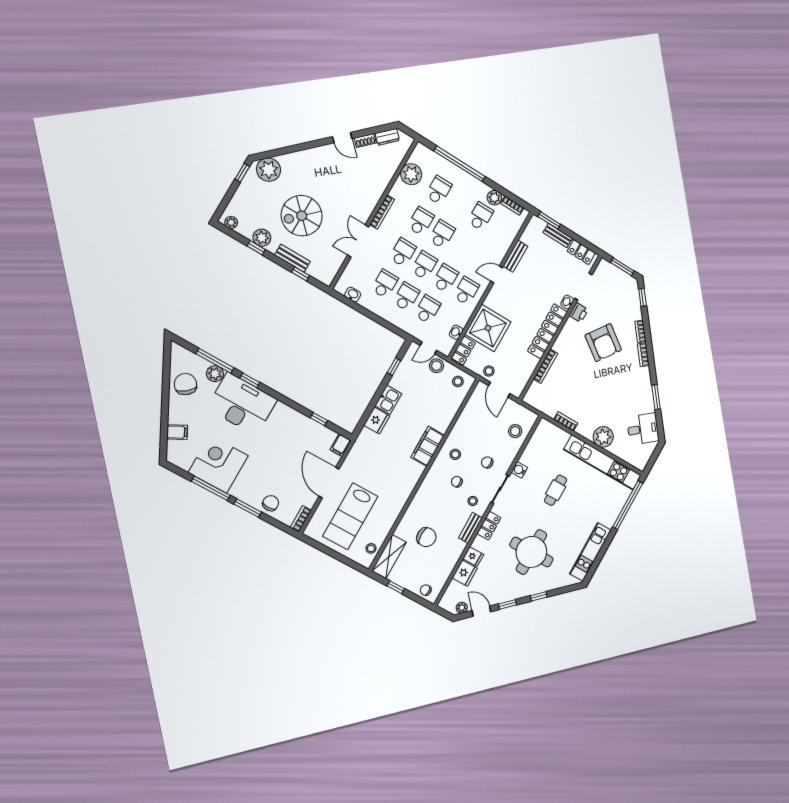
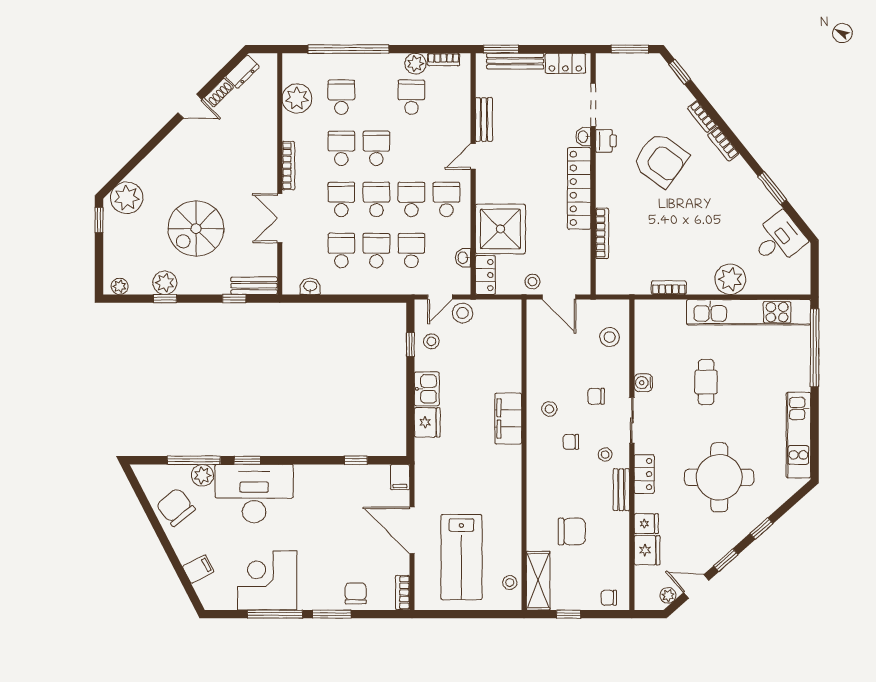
bench: (558, 236) -> (515, 61), width x1.36
bench: (292, 258) -> (254, 286), moved
stool: (458, 381) -> (431, 341), moved

